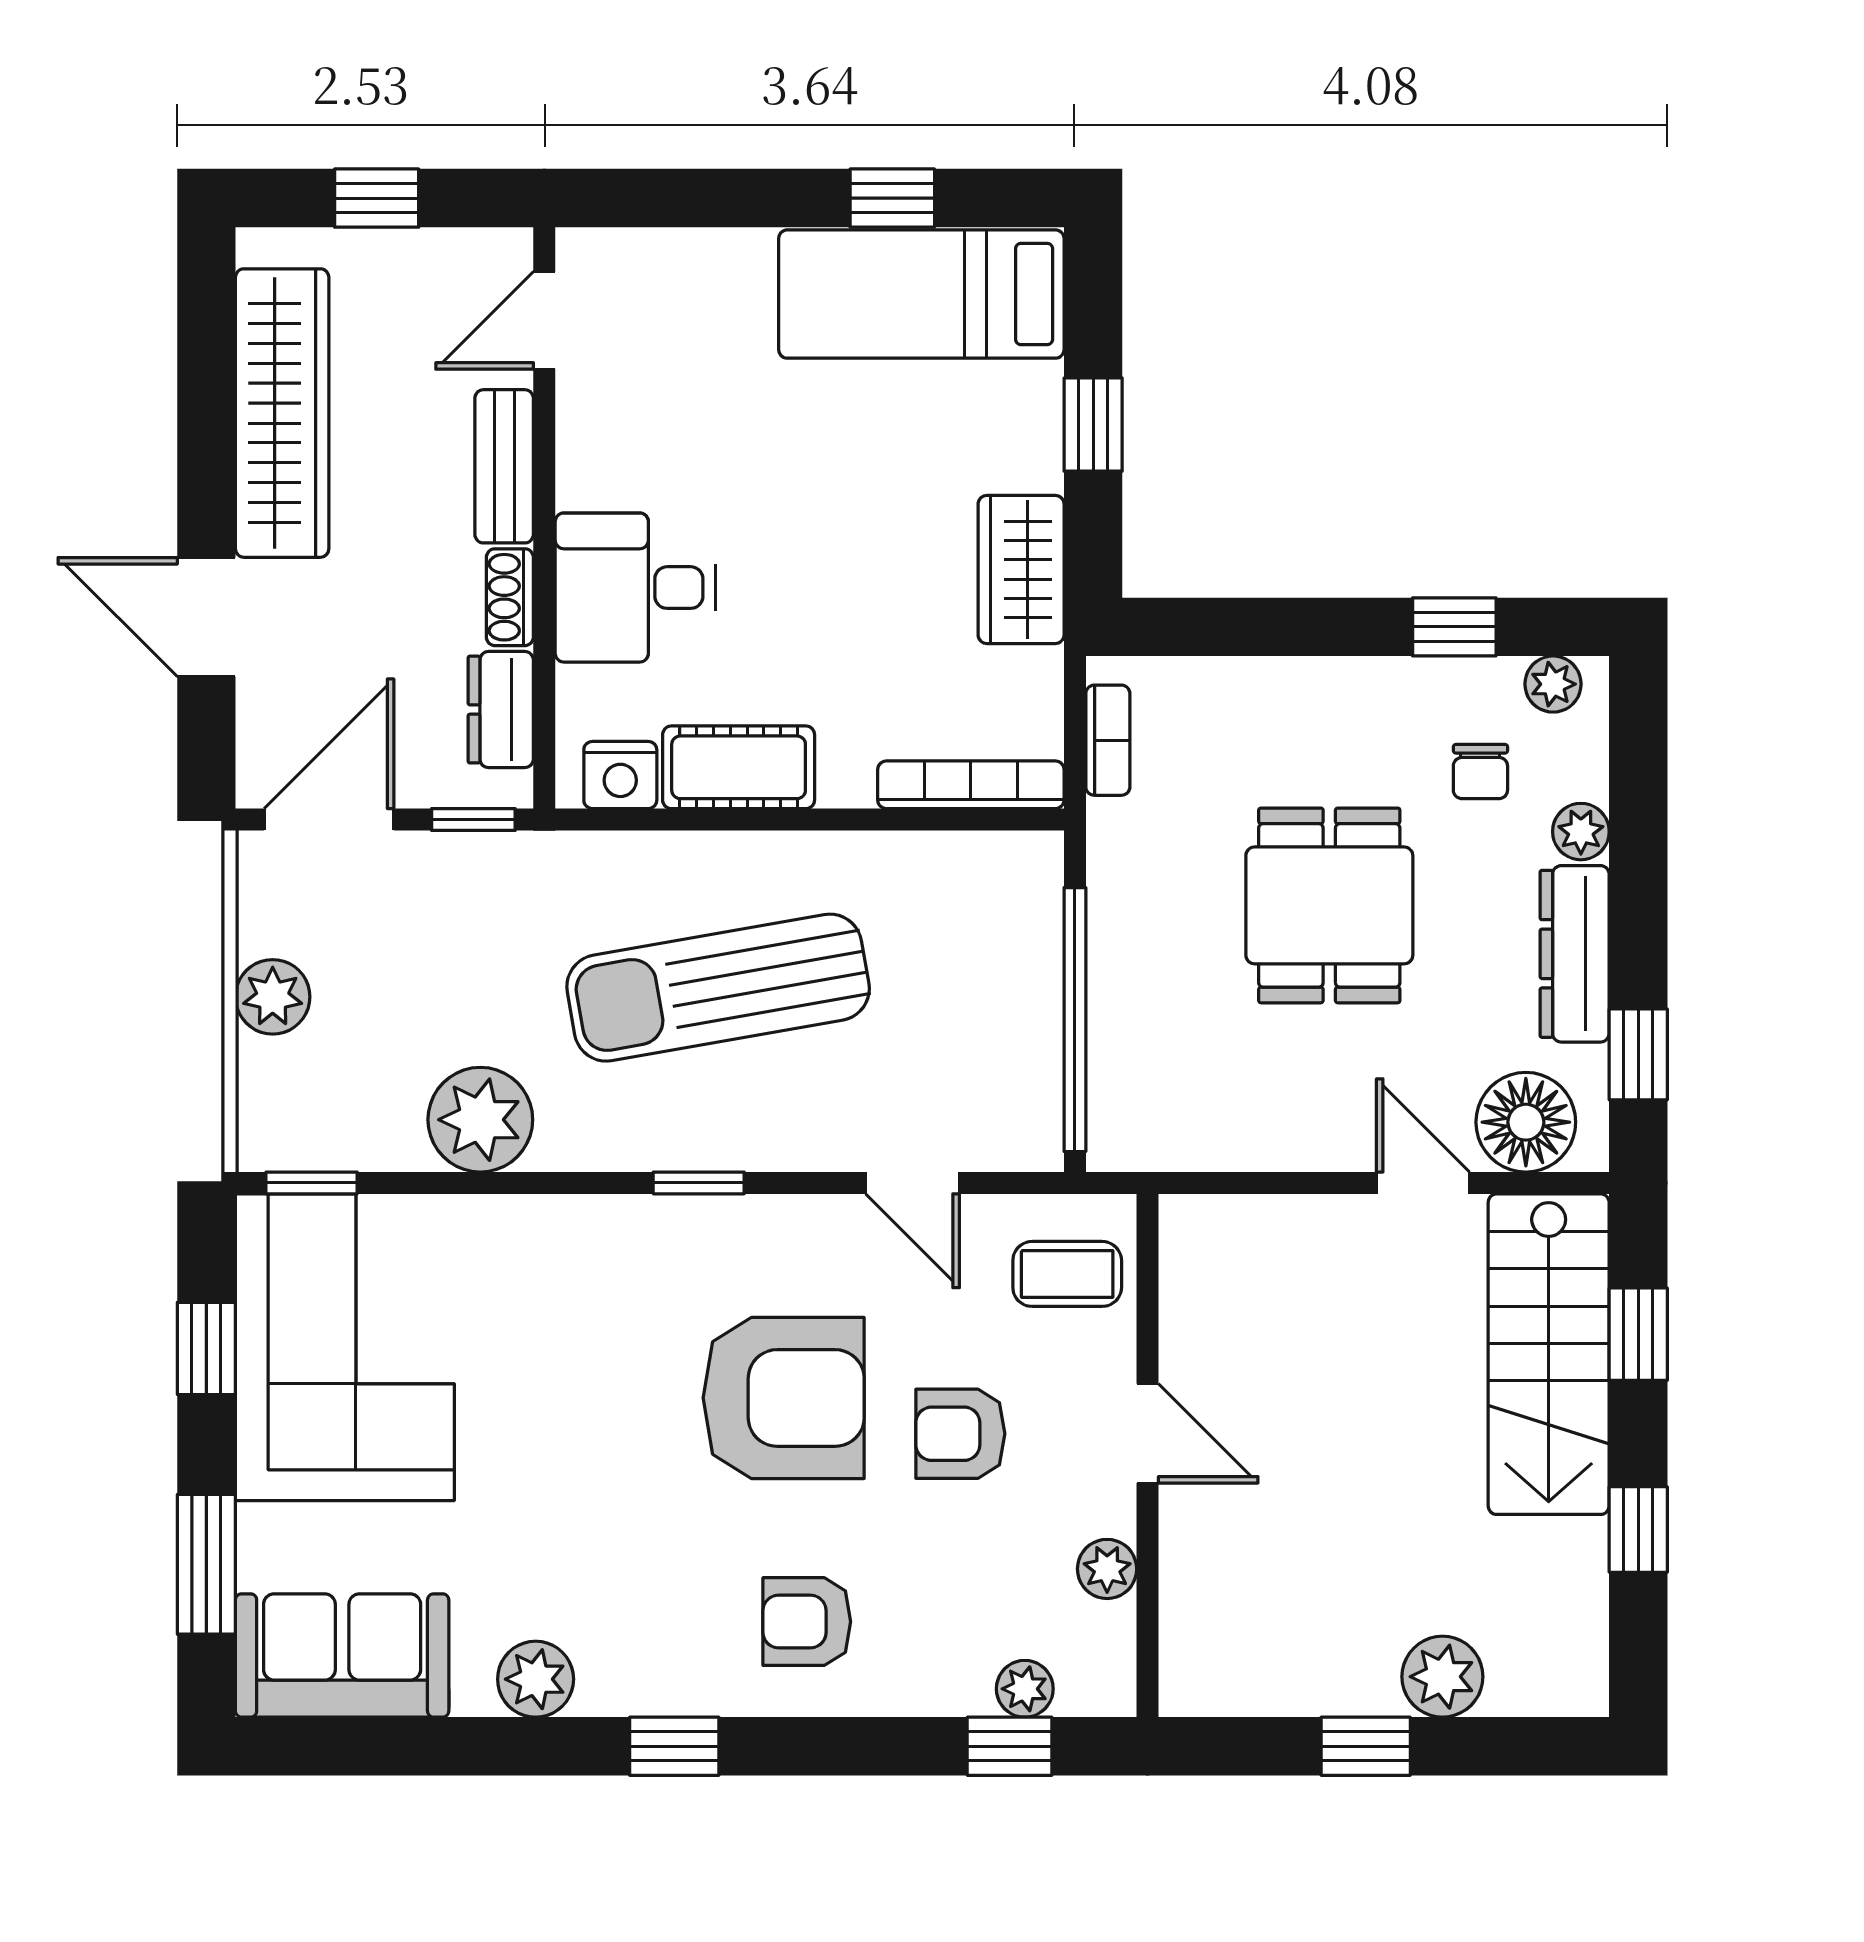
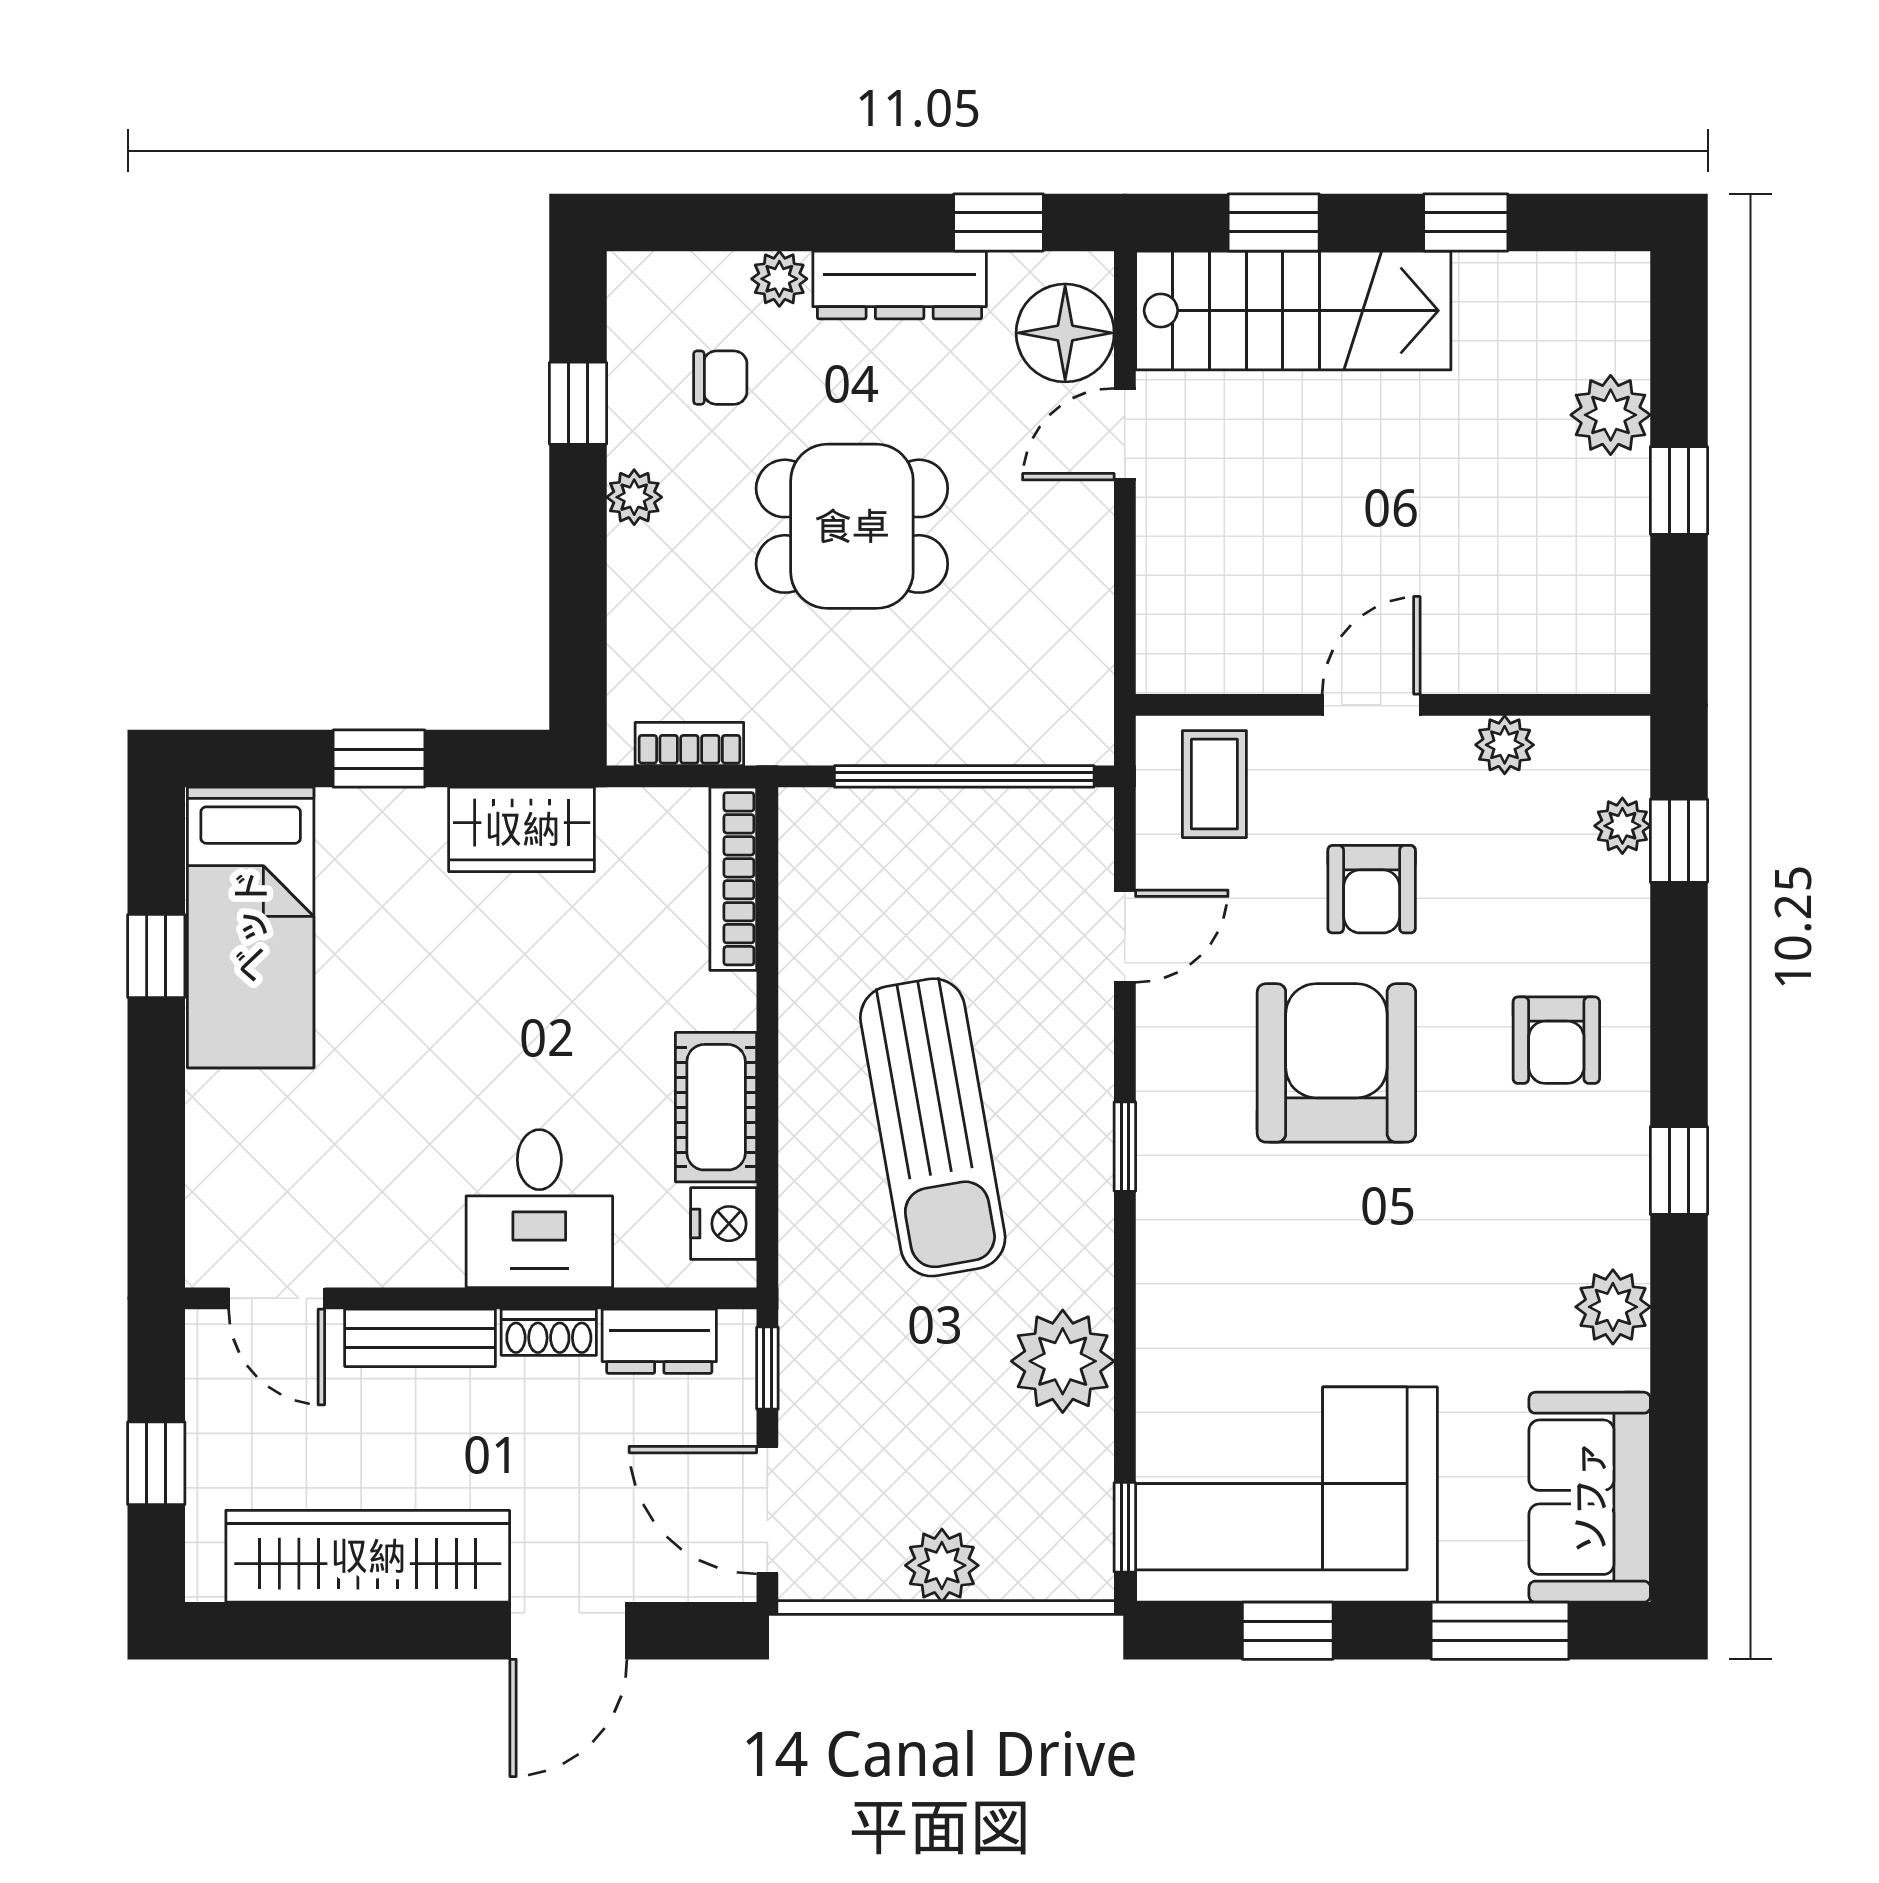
plant: (1553, 684) -> (634, 497), moved

